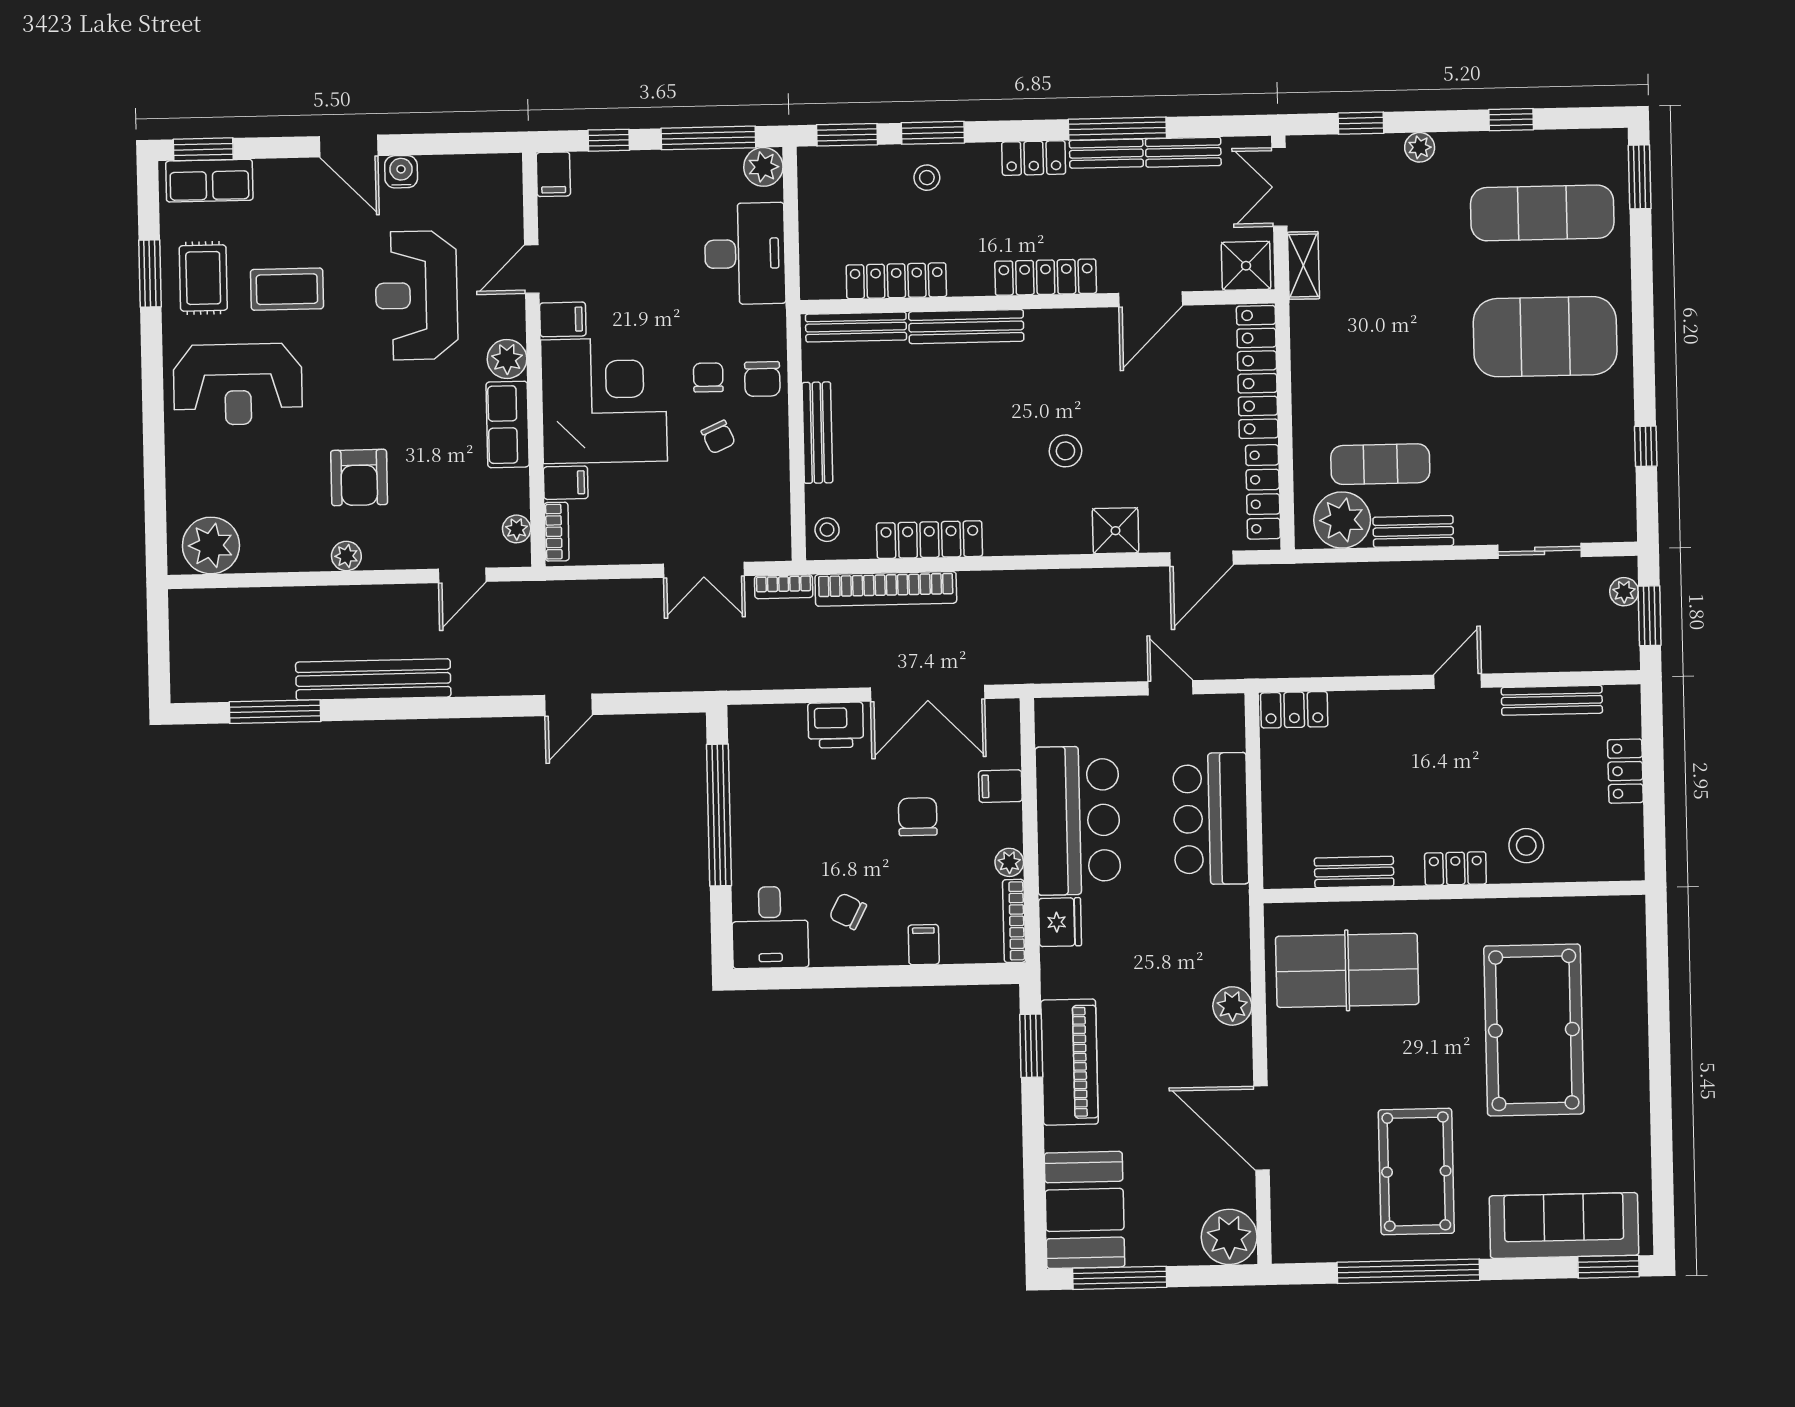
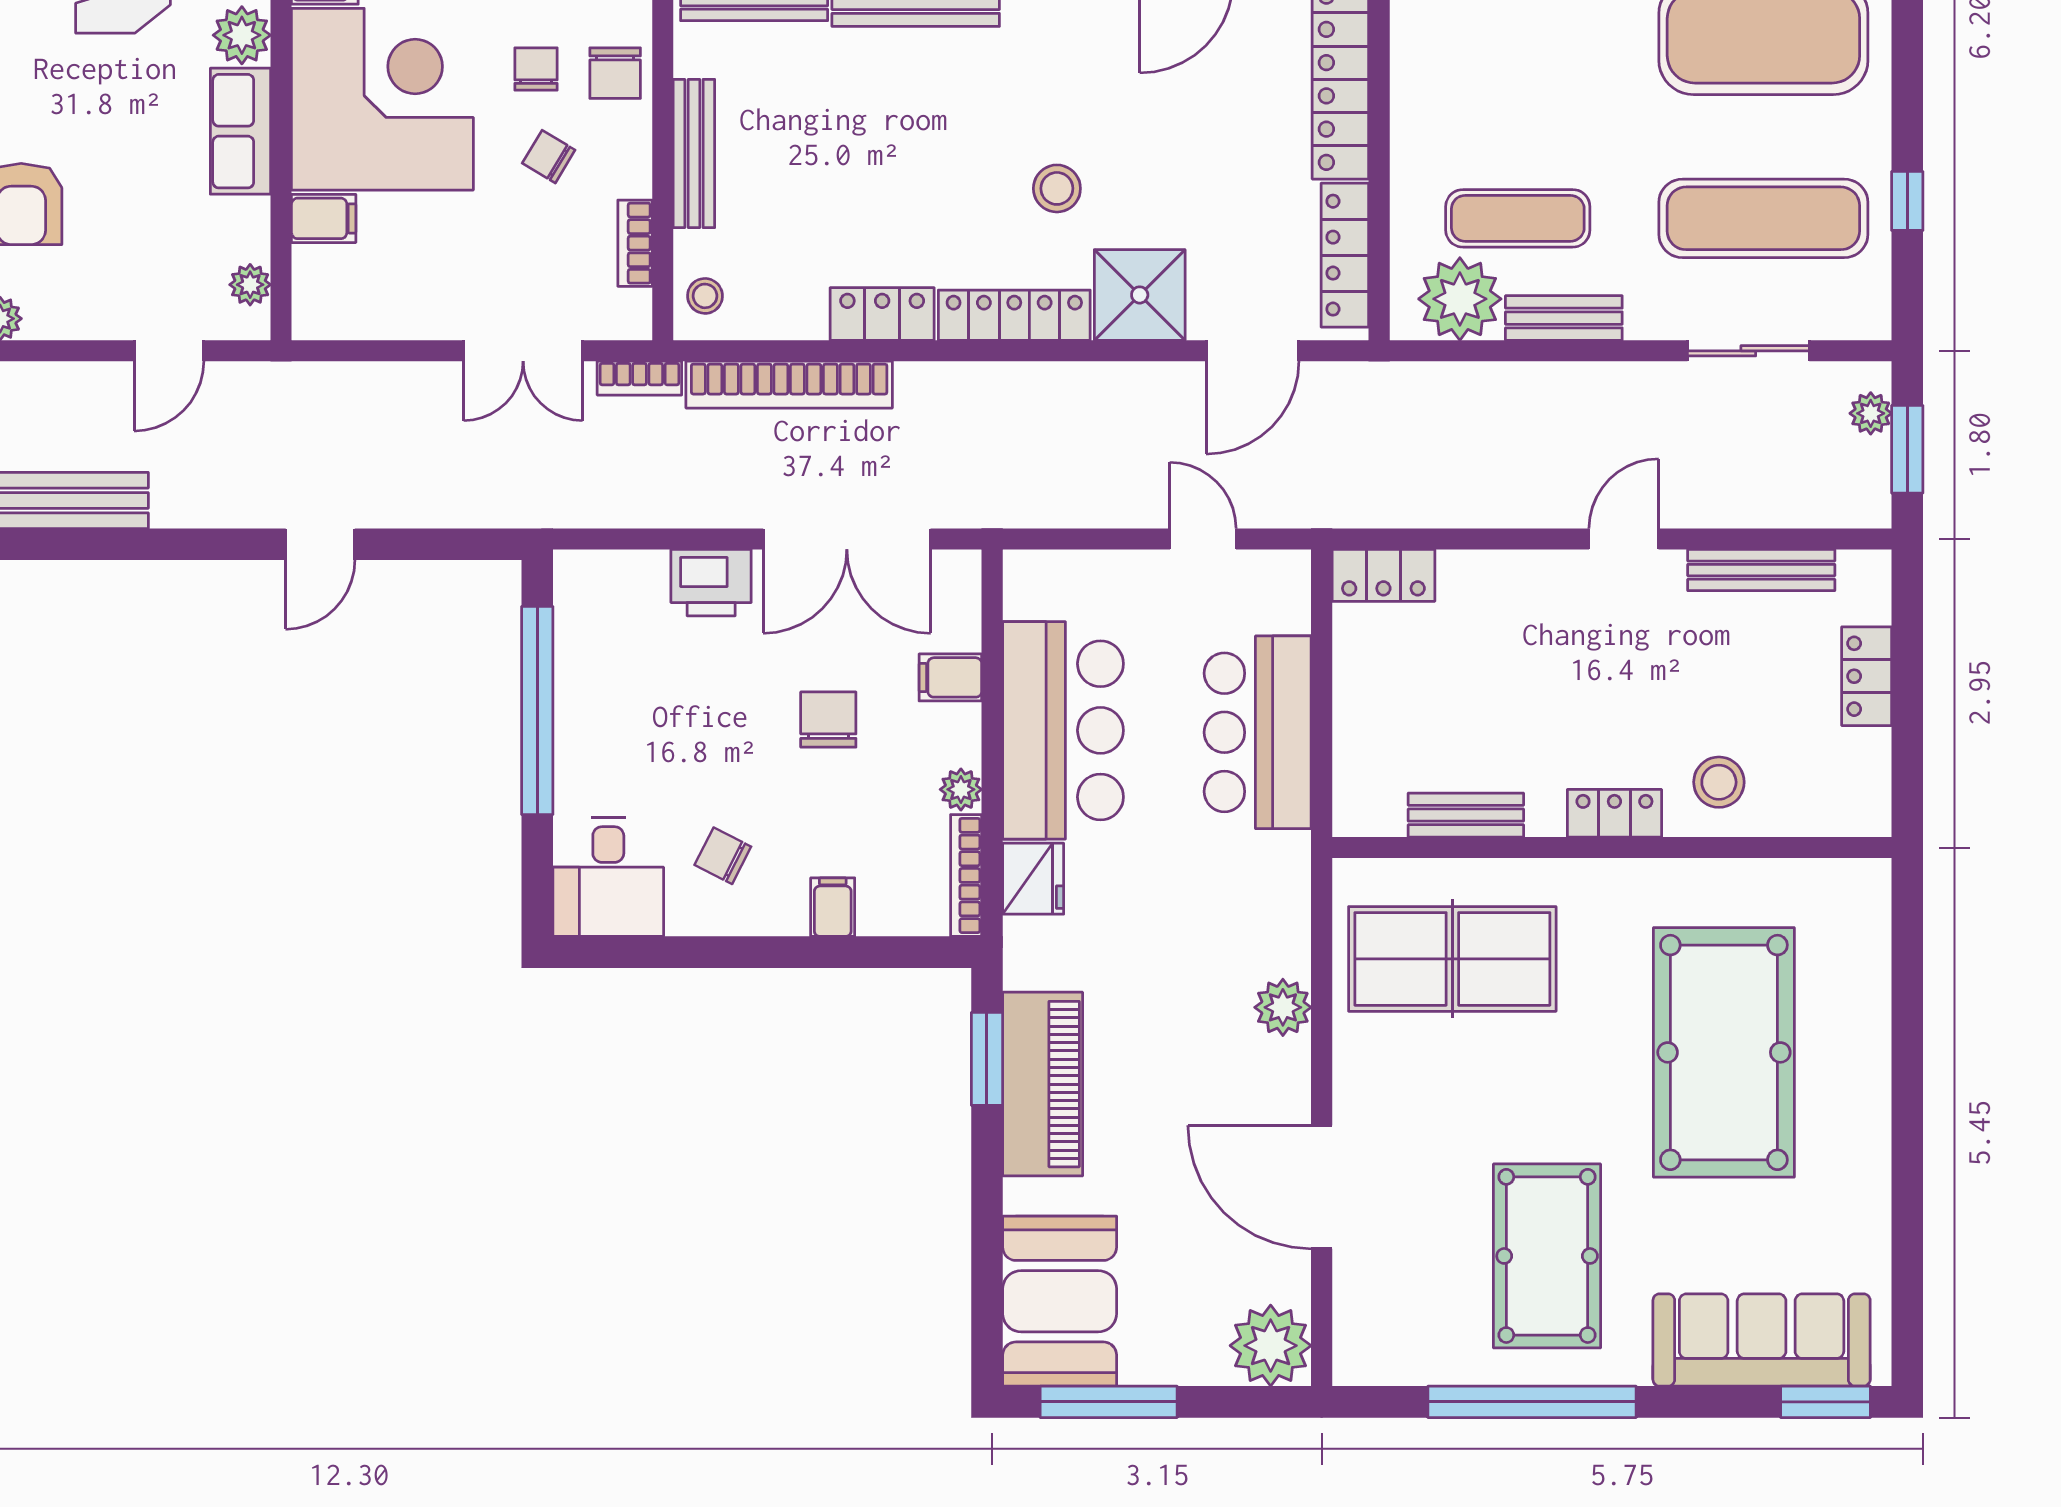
chair: (718, 437) -> (549, 157), turned 145
exercise mat: (1548, 460) -> (1763, 218), added
shower: (1116, 531) -> (1140, 295), width x1.36, depth x1.36
bookcase: (557, 532) -> (635, 243), moved, turned 180
locker: (1038, 538) -> (1014, 315), added
locker: (929, 540) -> (882, 314), width x0.66

